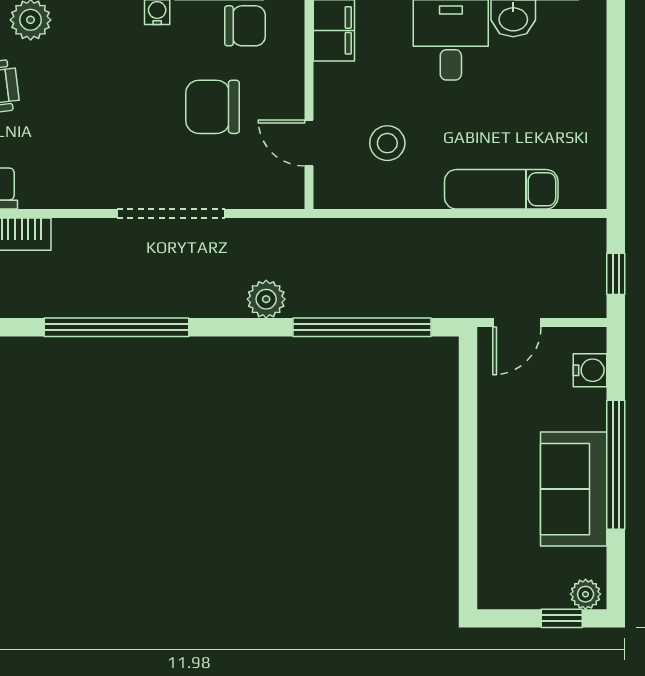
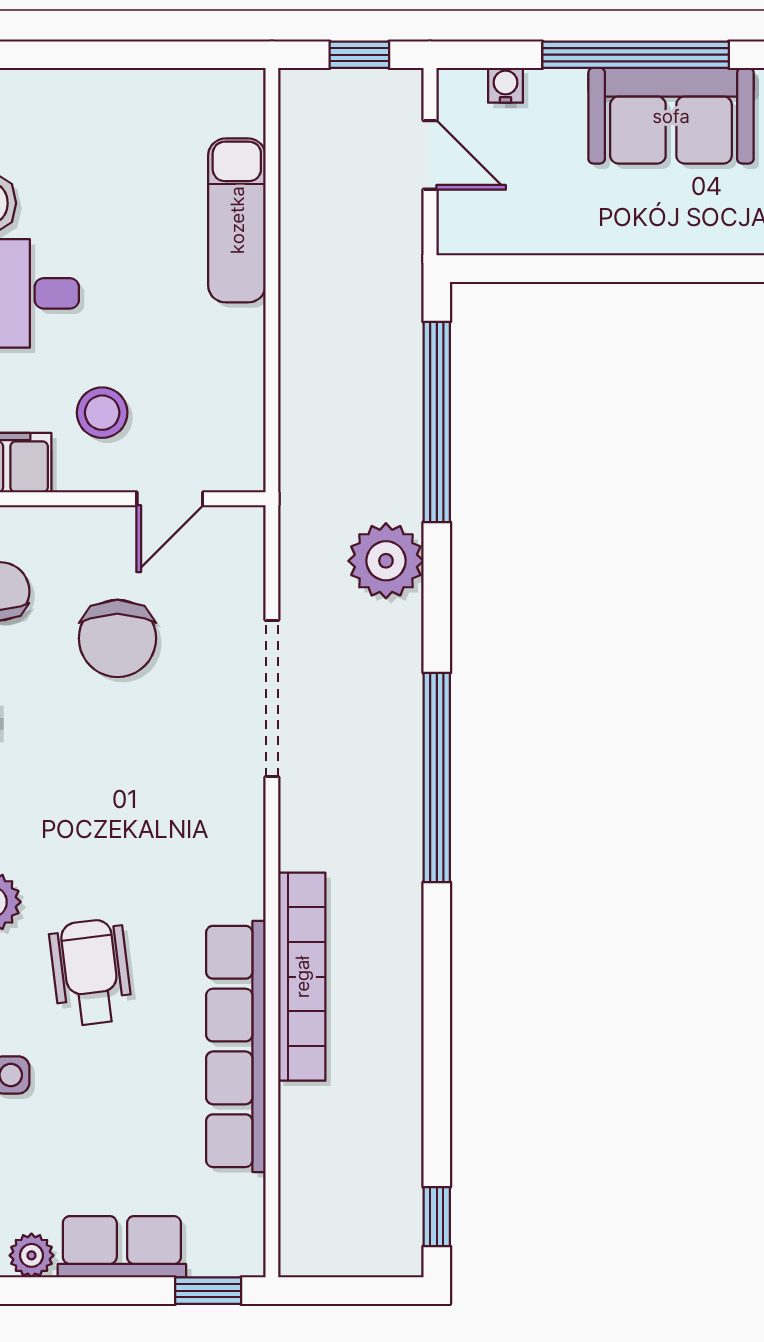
stool: (387, 143) -> (102, 413), moved
plant: (266, 299) -> (386, 561), width x1.36, depth x1.36
door: (517, 323) -> (430, 155), moved
water cooler: (590, 370) -> (506, 85), width x0.72, depth x0.72

